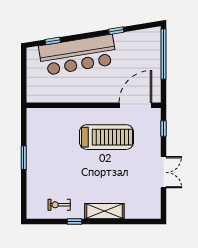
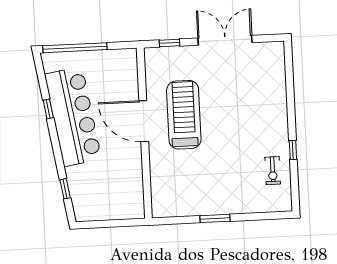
bar counter: (78, 55) -> (73, 117), moved
door: (135, 105) -> (144, 121), moved
double door: (163, 172) -> (225, 40), width x1.37
shelving: (104, 211) -> (278, 113), removed

